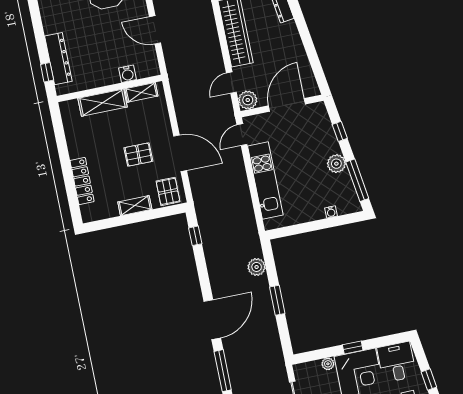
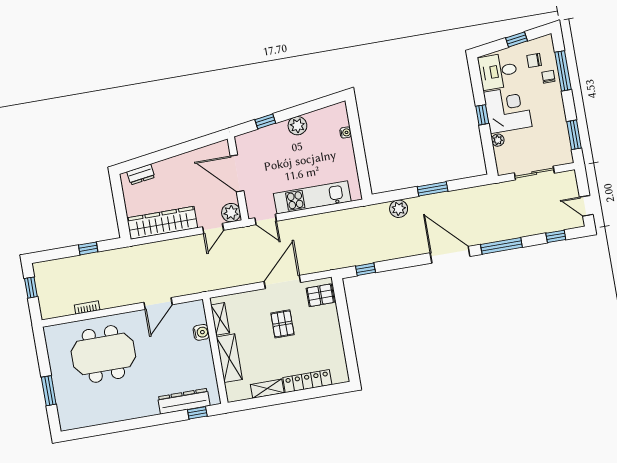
door: (231, 83) -> (213, 229), hinge flipped
window: (357, 180) -> (315, 105), removed
shelving: (135, 206) -> (267, 389), moved, turned 90

